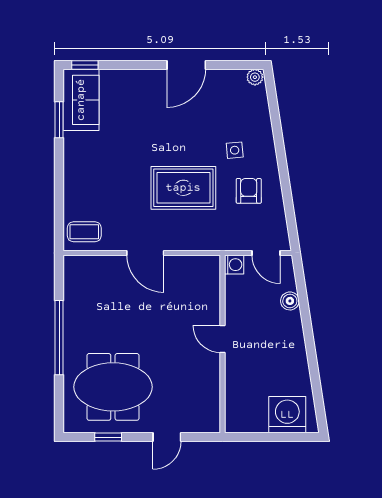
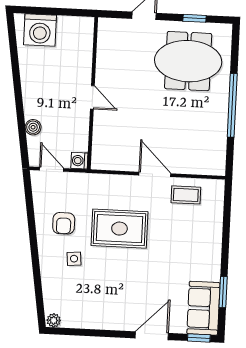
door: (186, 65) -> (152, 336), moved
coffee table: (84, 232) -> (186, 195), moved

